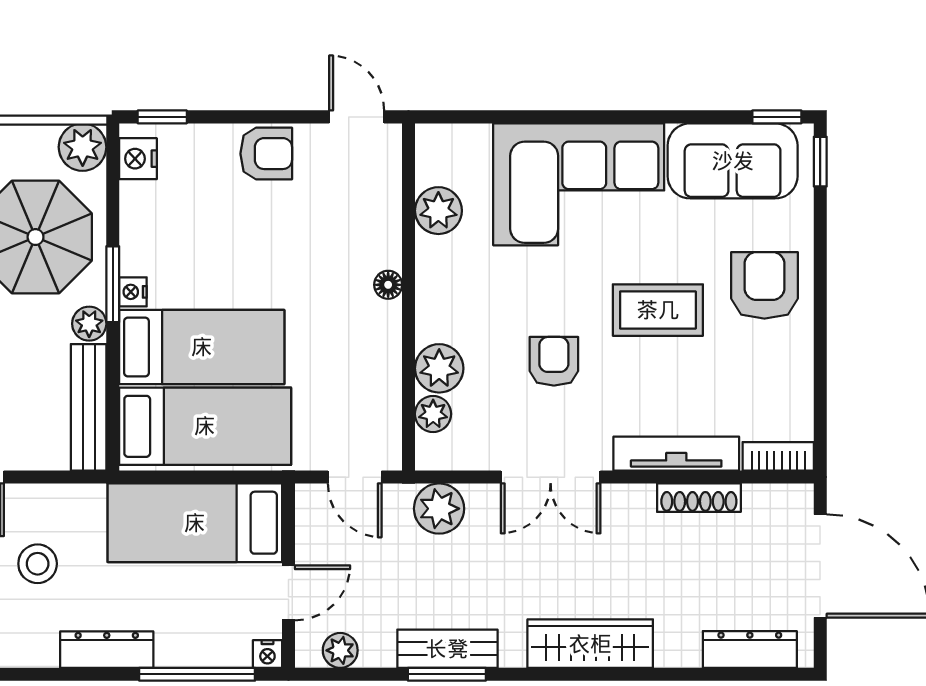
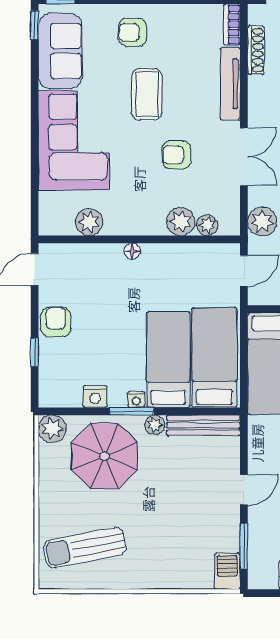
window: (162, 117) -> (35, 352), moved
nightstand: (138, 159) -> (95, 397), moved
armchair: (764, 285) -> (132, 32), width x0.72, depth x0.72
shoe rack: (699, 498) -> (256, 50), moved

